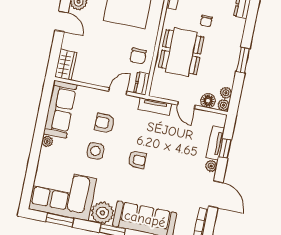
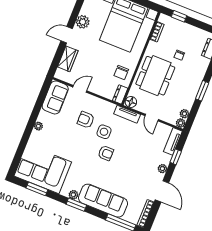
door: (61, 21) -> (67, 35), swing flipped
wardrobe: (66, 65) -> (68, 59), moved
door: (118, 91) -> (80, 89), moved
floor lamp: (208, 101) -> (131, 102), moved
sofa: (60, 109) -> (55, 97), width x0.73
tv unit: (215, 143) -> (173, 141), moved
side table: (95, 151) -> (104, 132), moved
plant: (102, 213) -> (73, 195), width x0.53, depth x0.53

